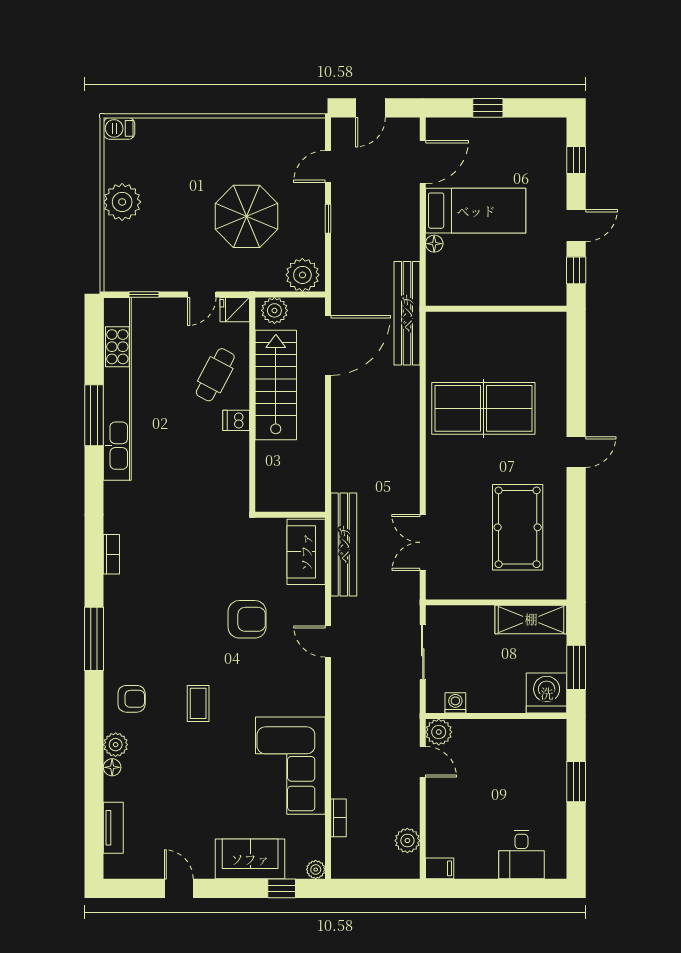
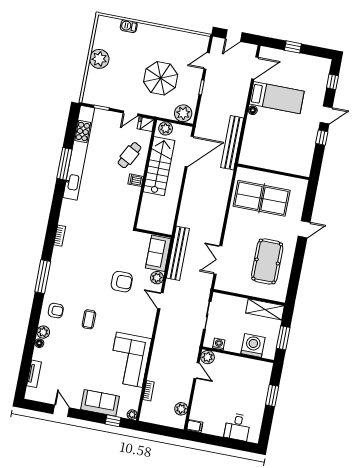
barbecue: (119, 128) -> (129, 26), moved
wall: (496, 309) -> (273, 172), moved
plant: (313, 599) -> (157, 278), added
washing machine: (547, 693) -> (253, 345), moved

